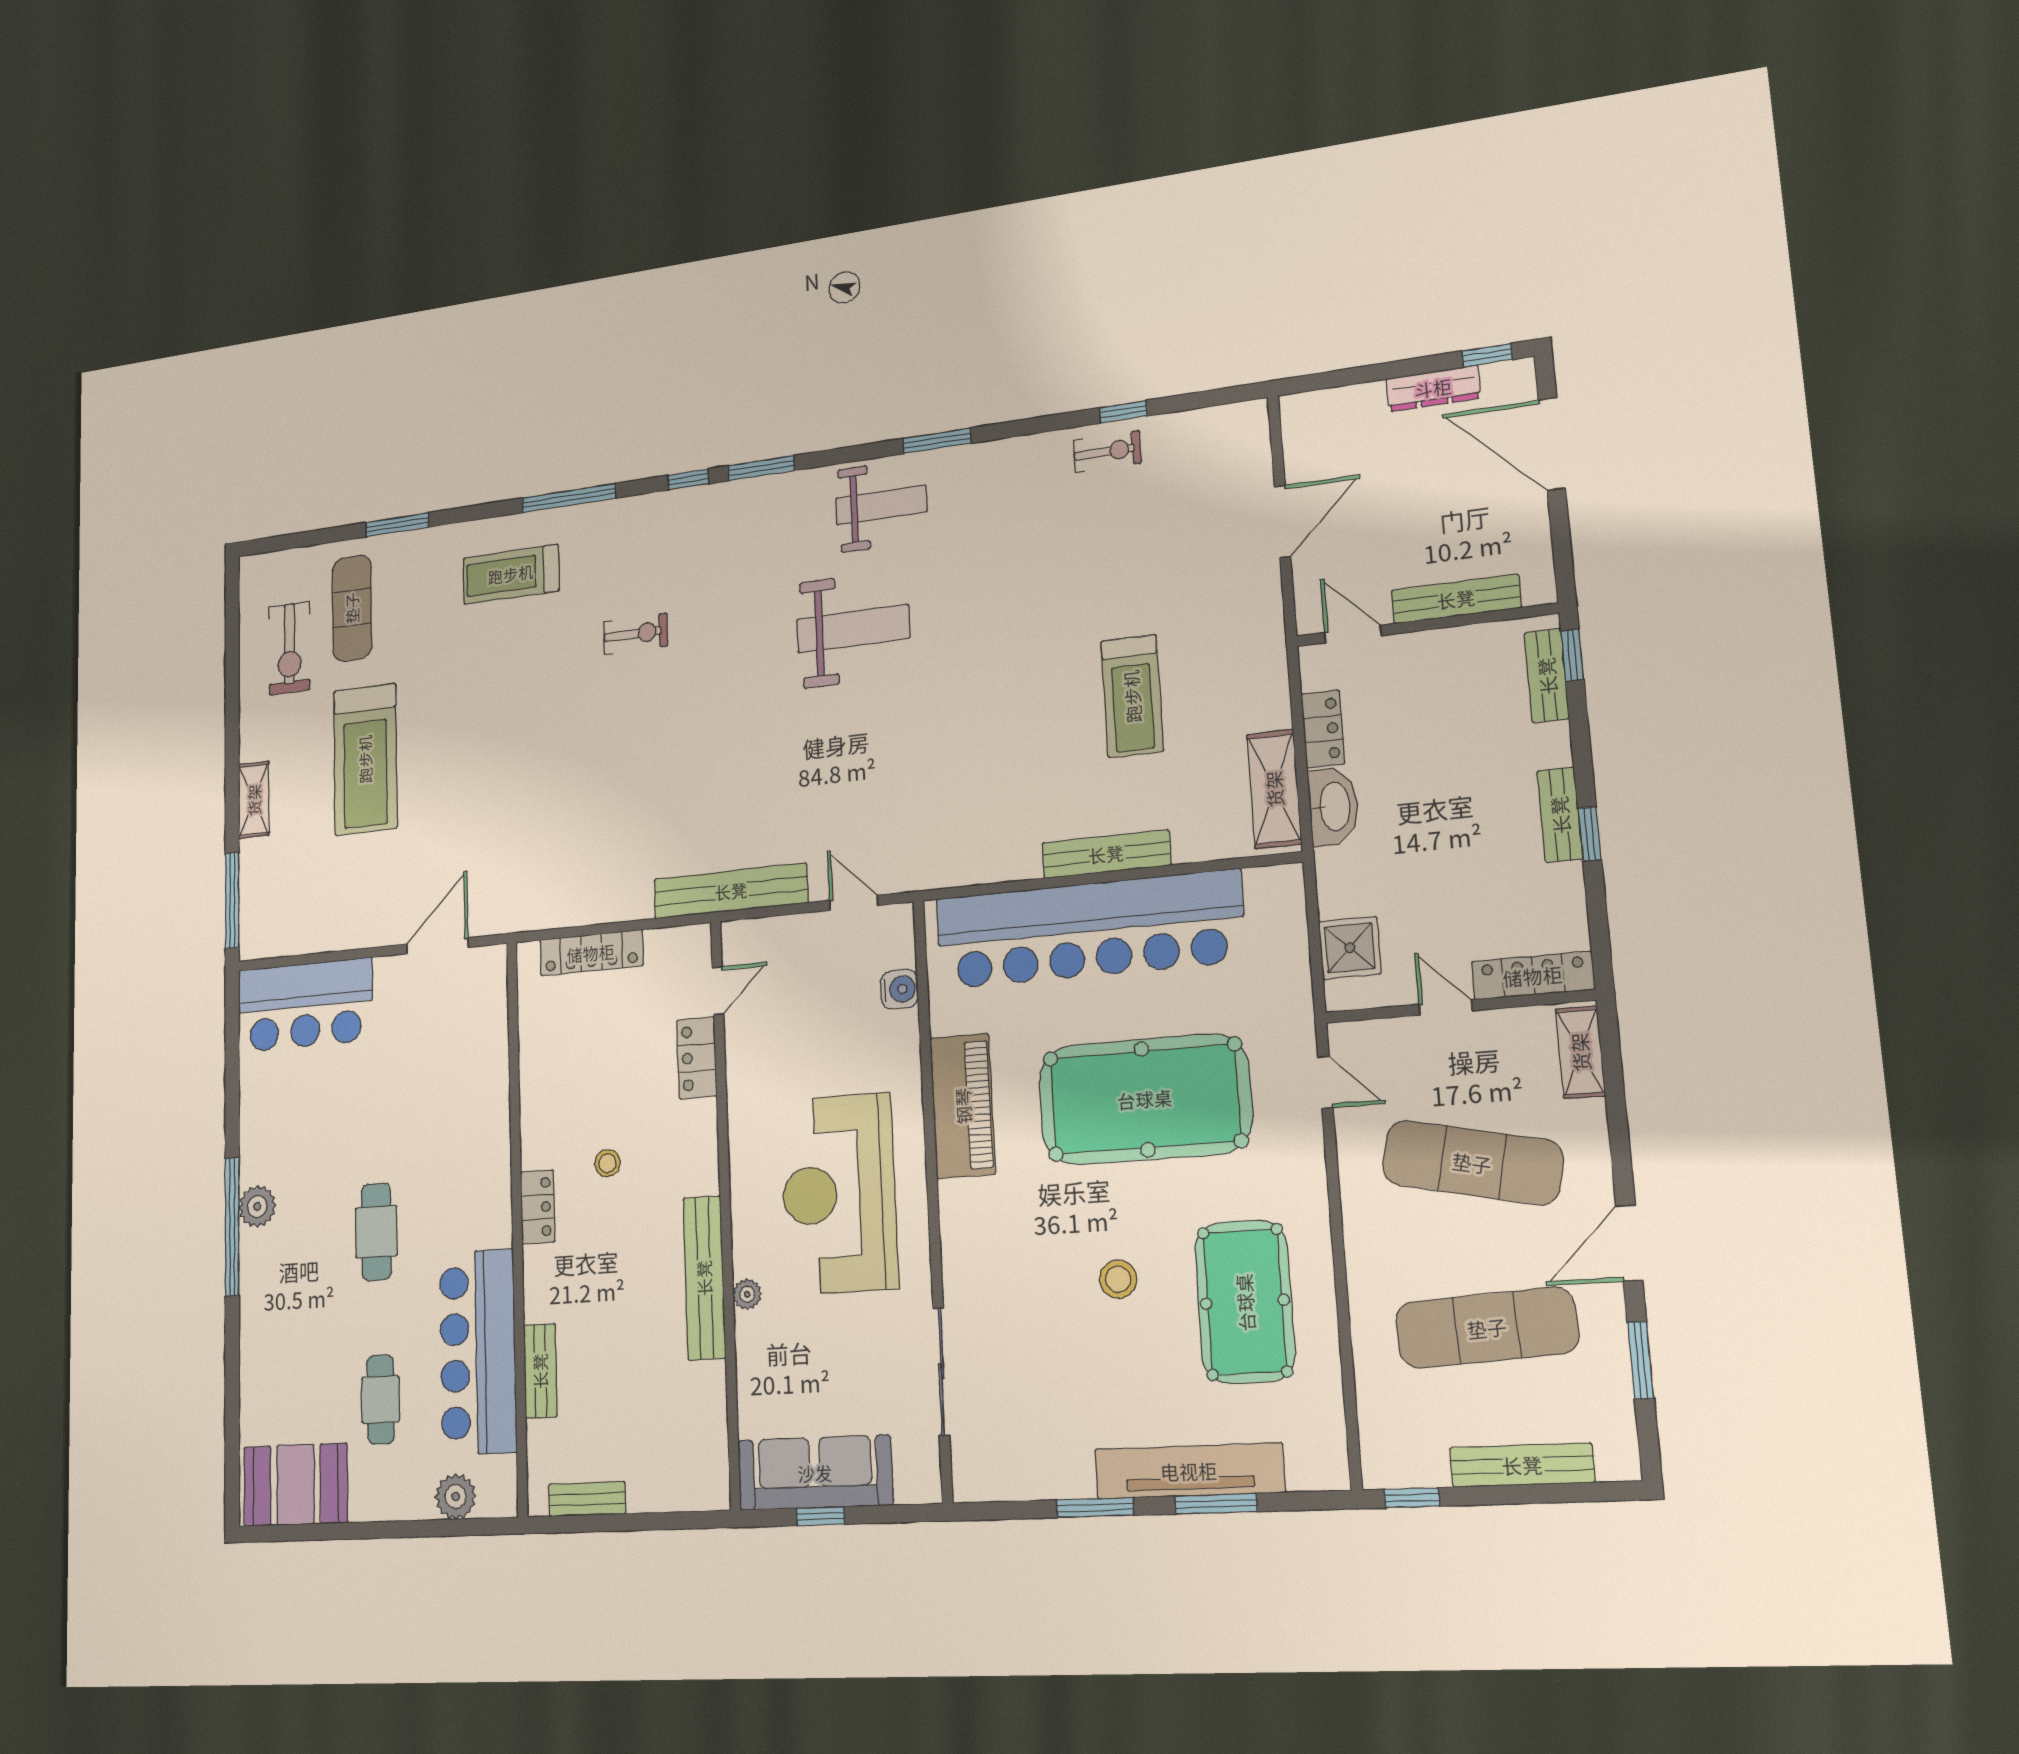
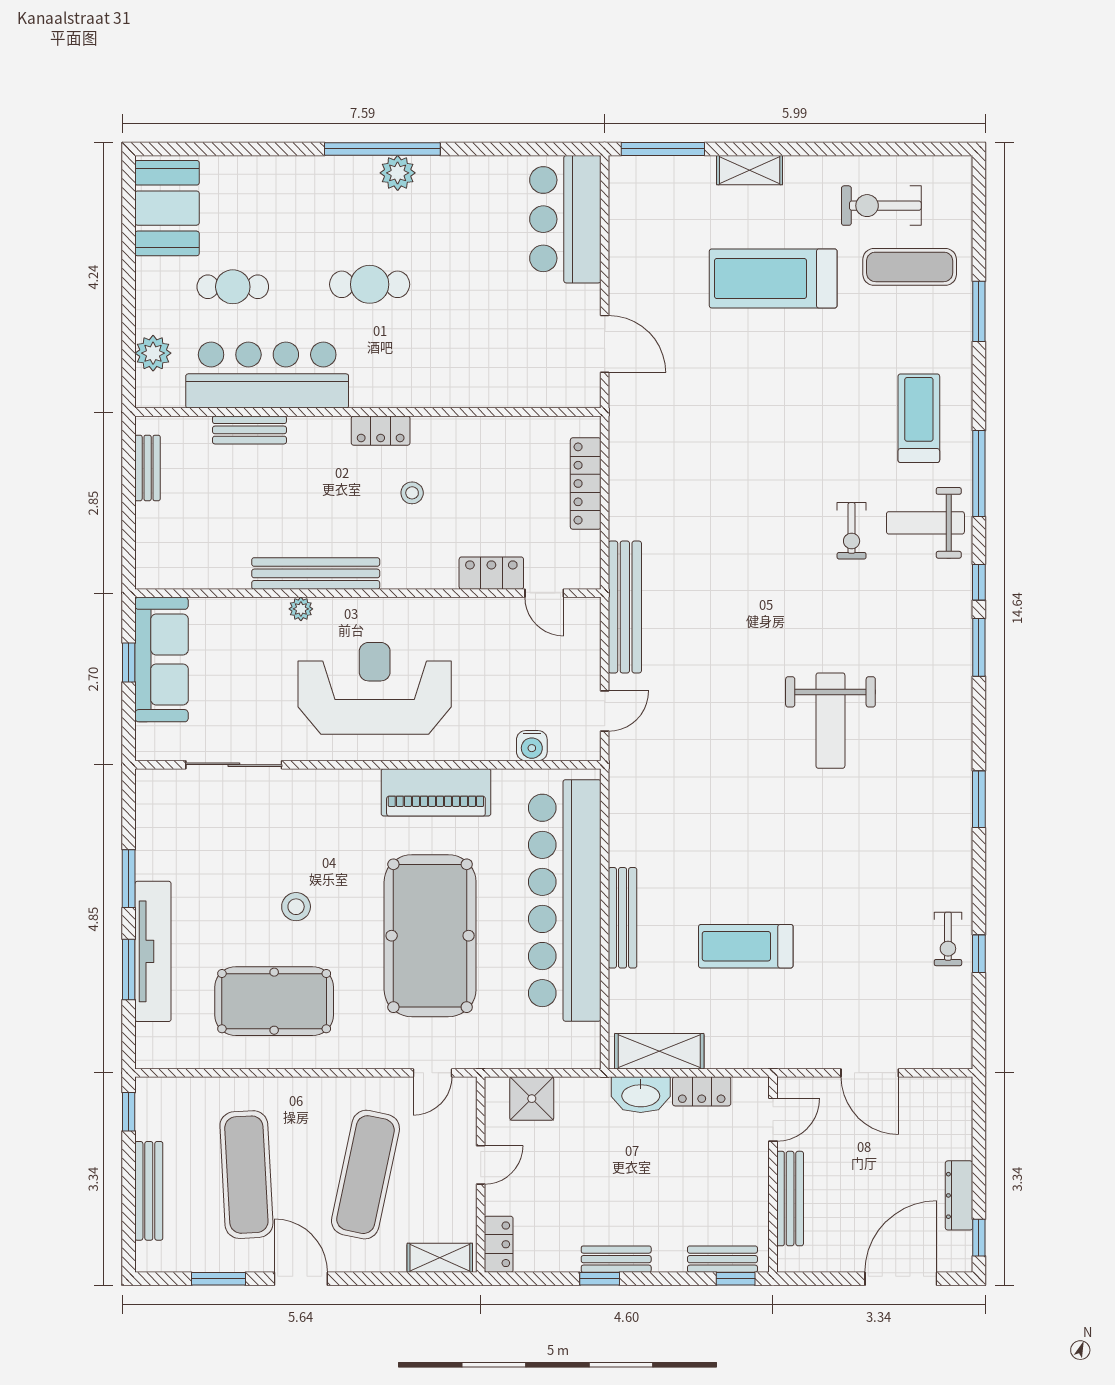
weight bench: (881, 505) -> (925, 523), moved, turned 90
locker: (1533, 976) -> (499, 1244), width x0.66

